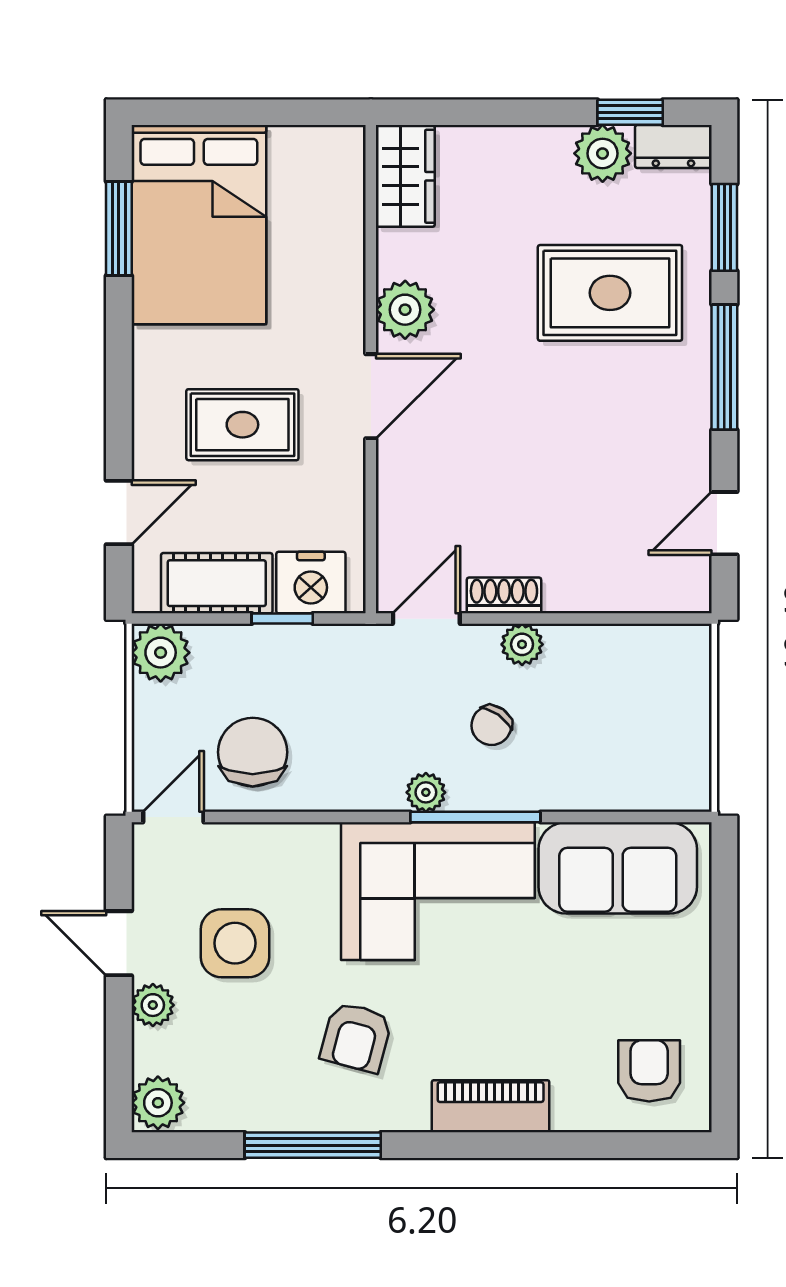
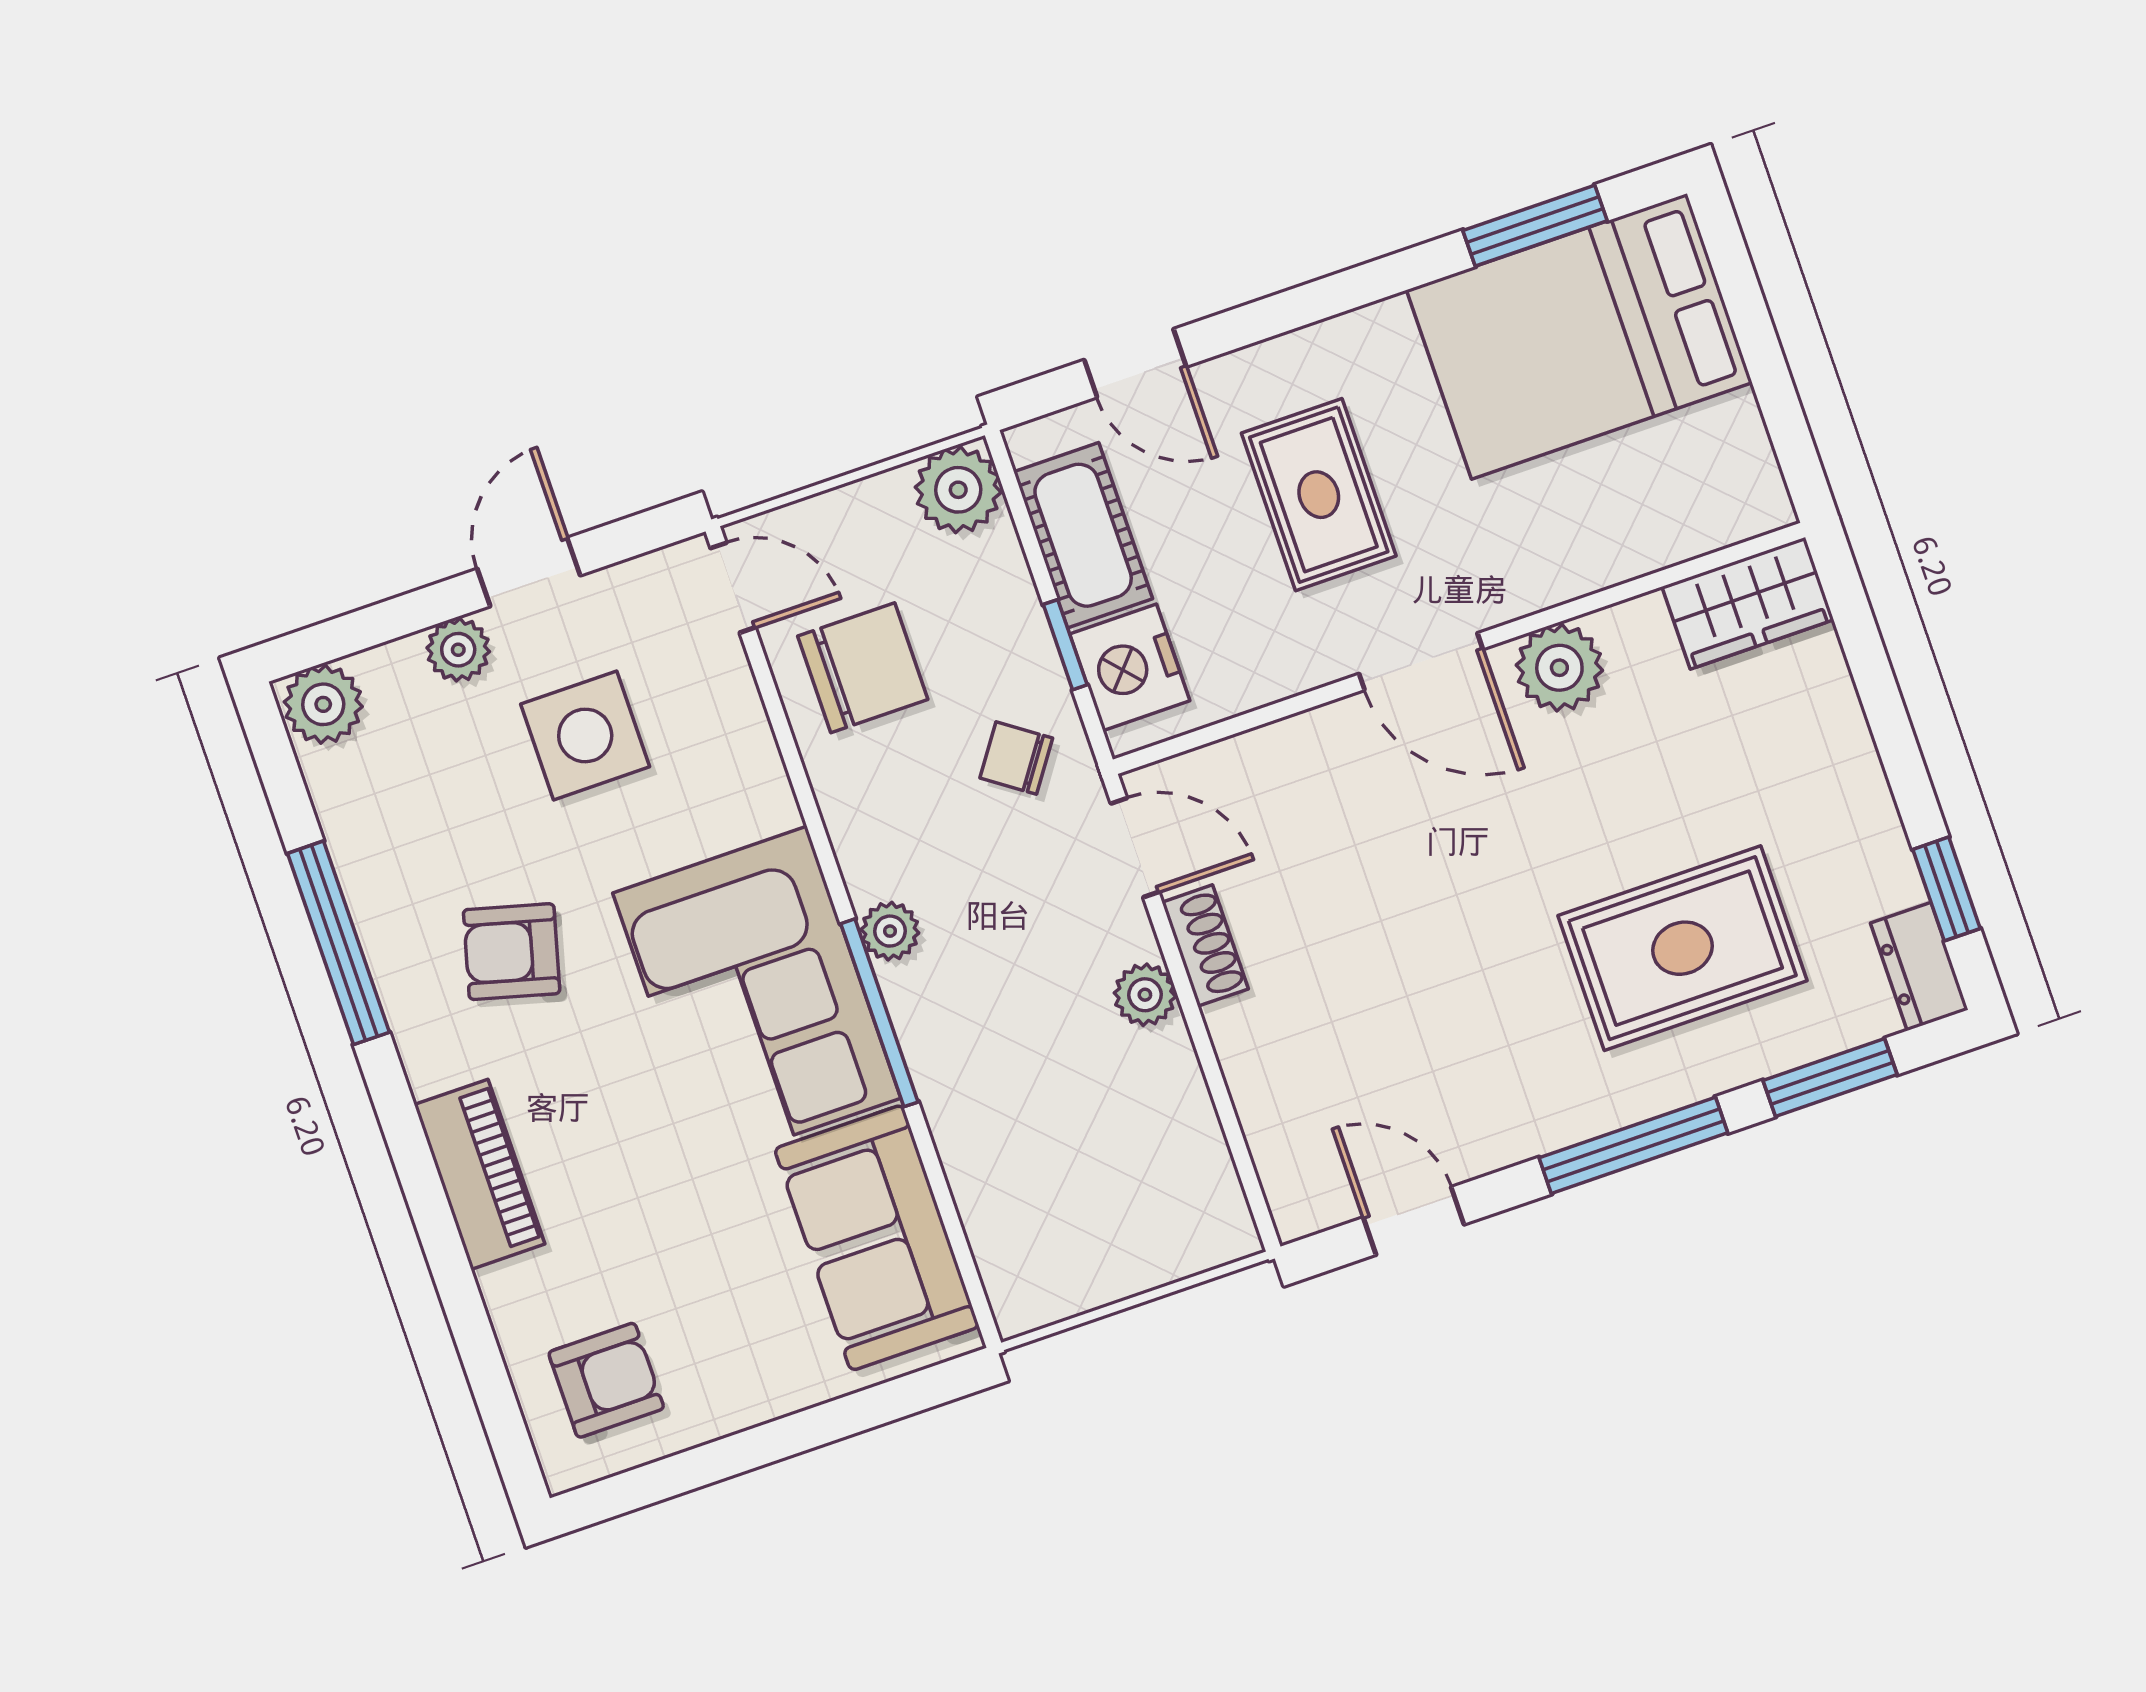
plant: (603, 153) -> (1875, 870), removed
rug: (610, 293) -> (1682, 948), turned 90
chair: (491, 725) -> (1016, 758), moved

